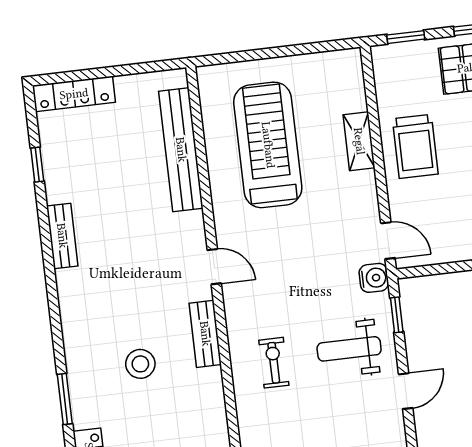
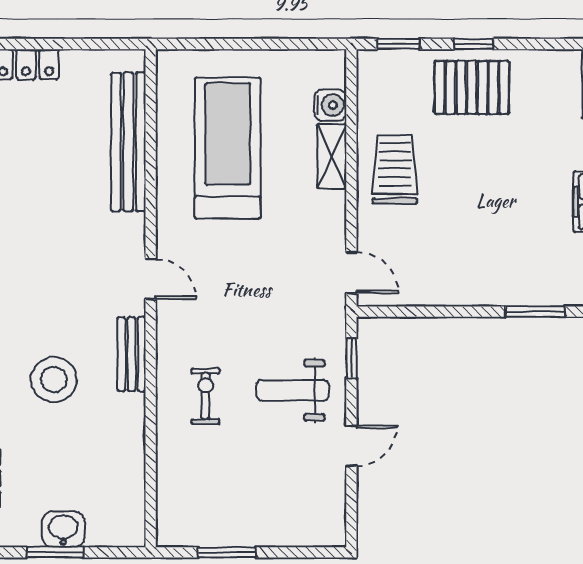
trolley: (415, 146) -> (395, 169), turned 180
water cooler: (374, 278) -> (330, 105), moved
stool: (140, 364) -> (54, 380), width x1.38, depth x1.38

